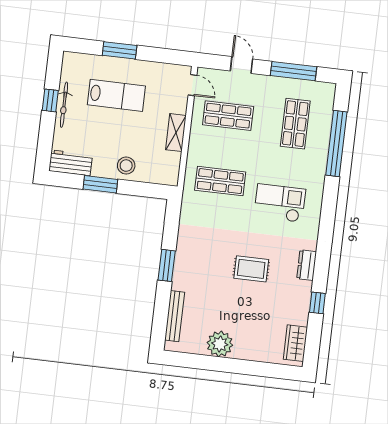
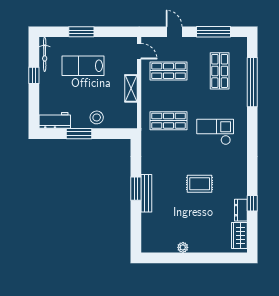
lab bench: (116, 95) -> (83, 66), turned 180
bicycle: (64, 105) -> (45, 54), moved
dresser: (307, 265) -> (241, 210), moved
bench: (175, 316) -> (146, 193), moved
plant: (220, 344) -> (183, 247), width x0.53, depth x0.53

